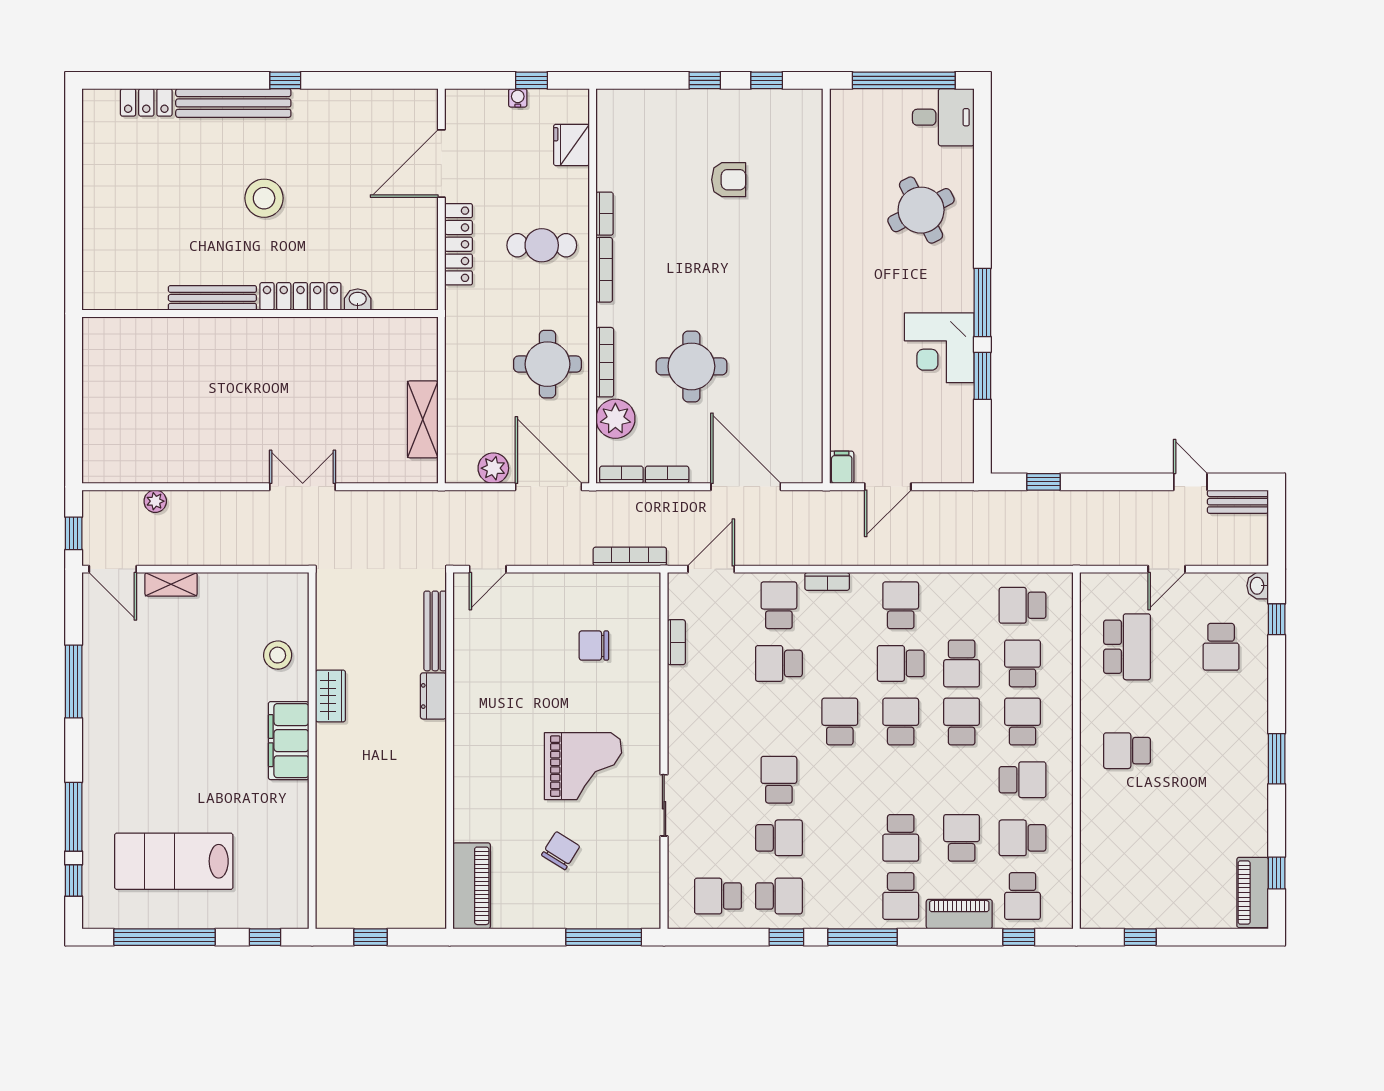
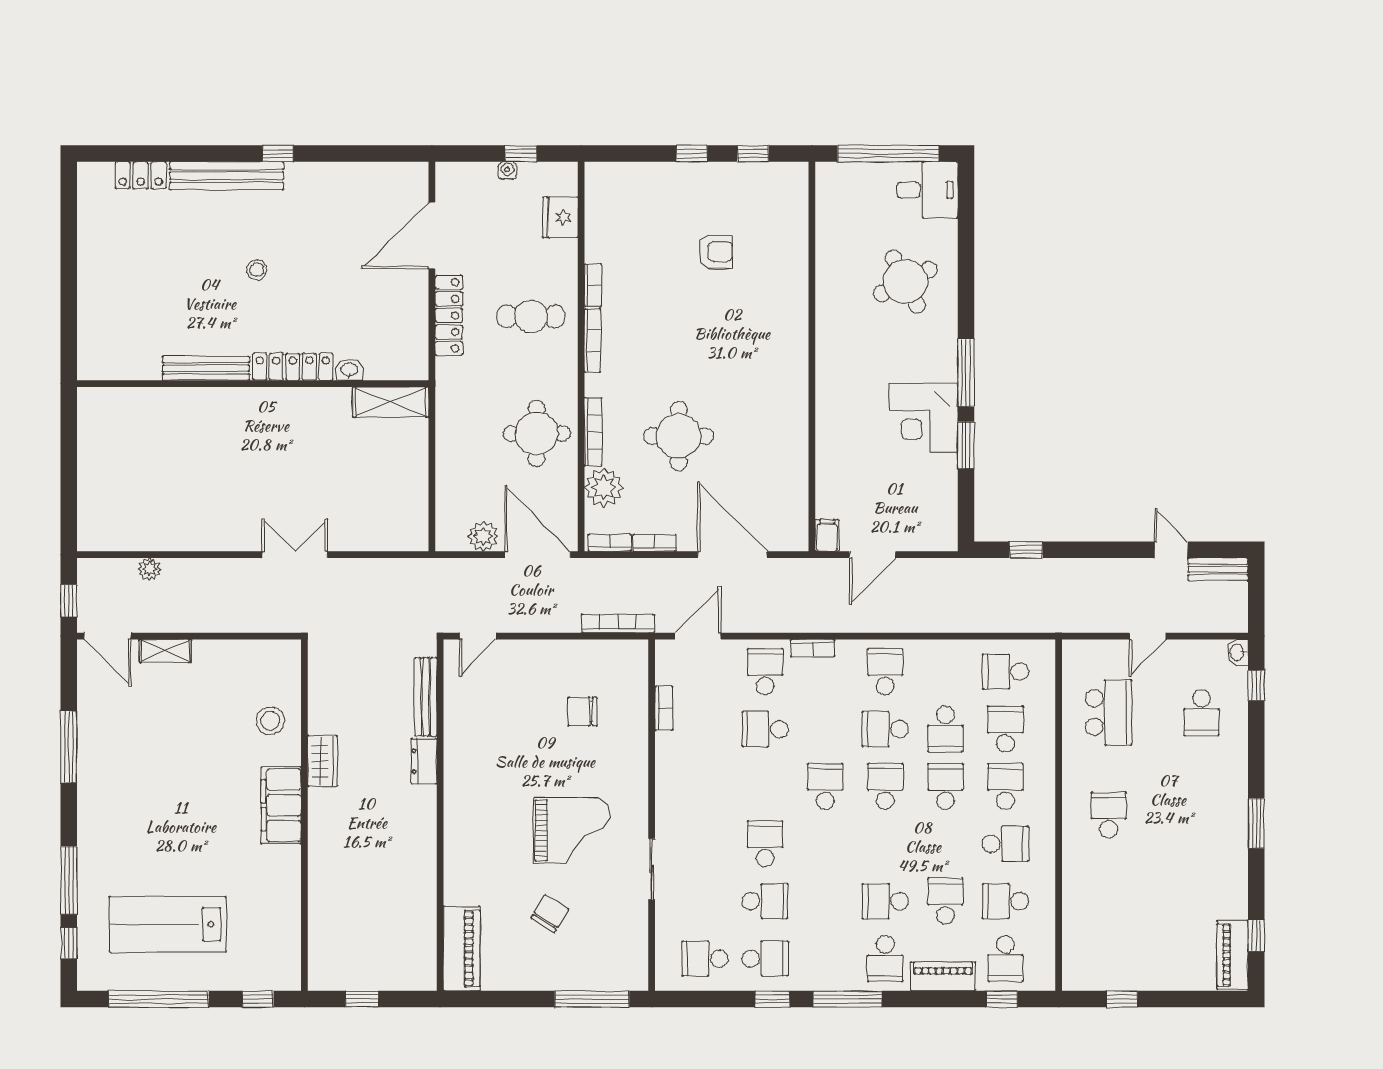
stool: (264, 198) -> (257, 270), width x0.53, depth x0.53
shelving: (423, 419) -> (391, 402), moved, turned 90
school desk: (1127, 751) -> (1109, 815), turned 90
school desk: (901, 838) -> (885, 901), turned 90

